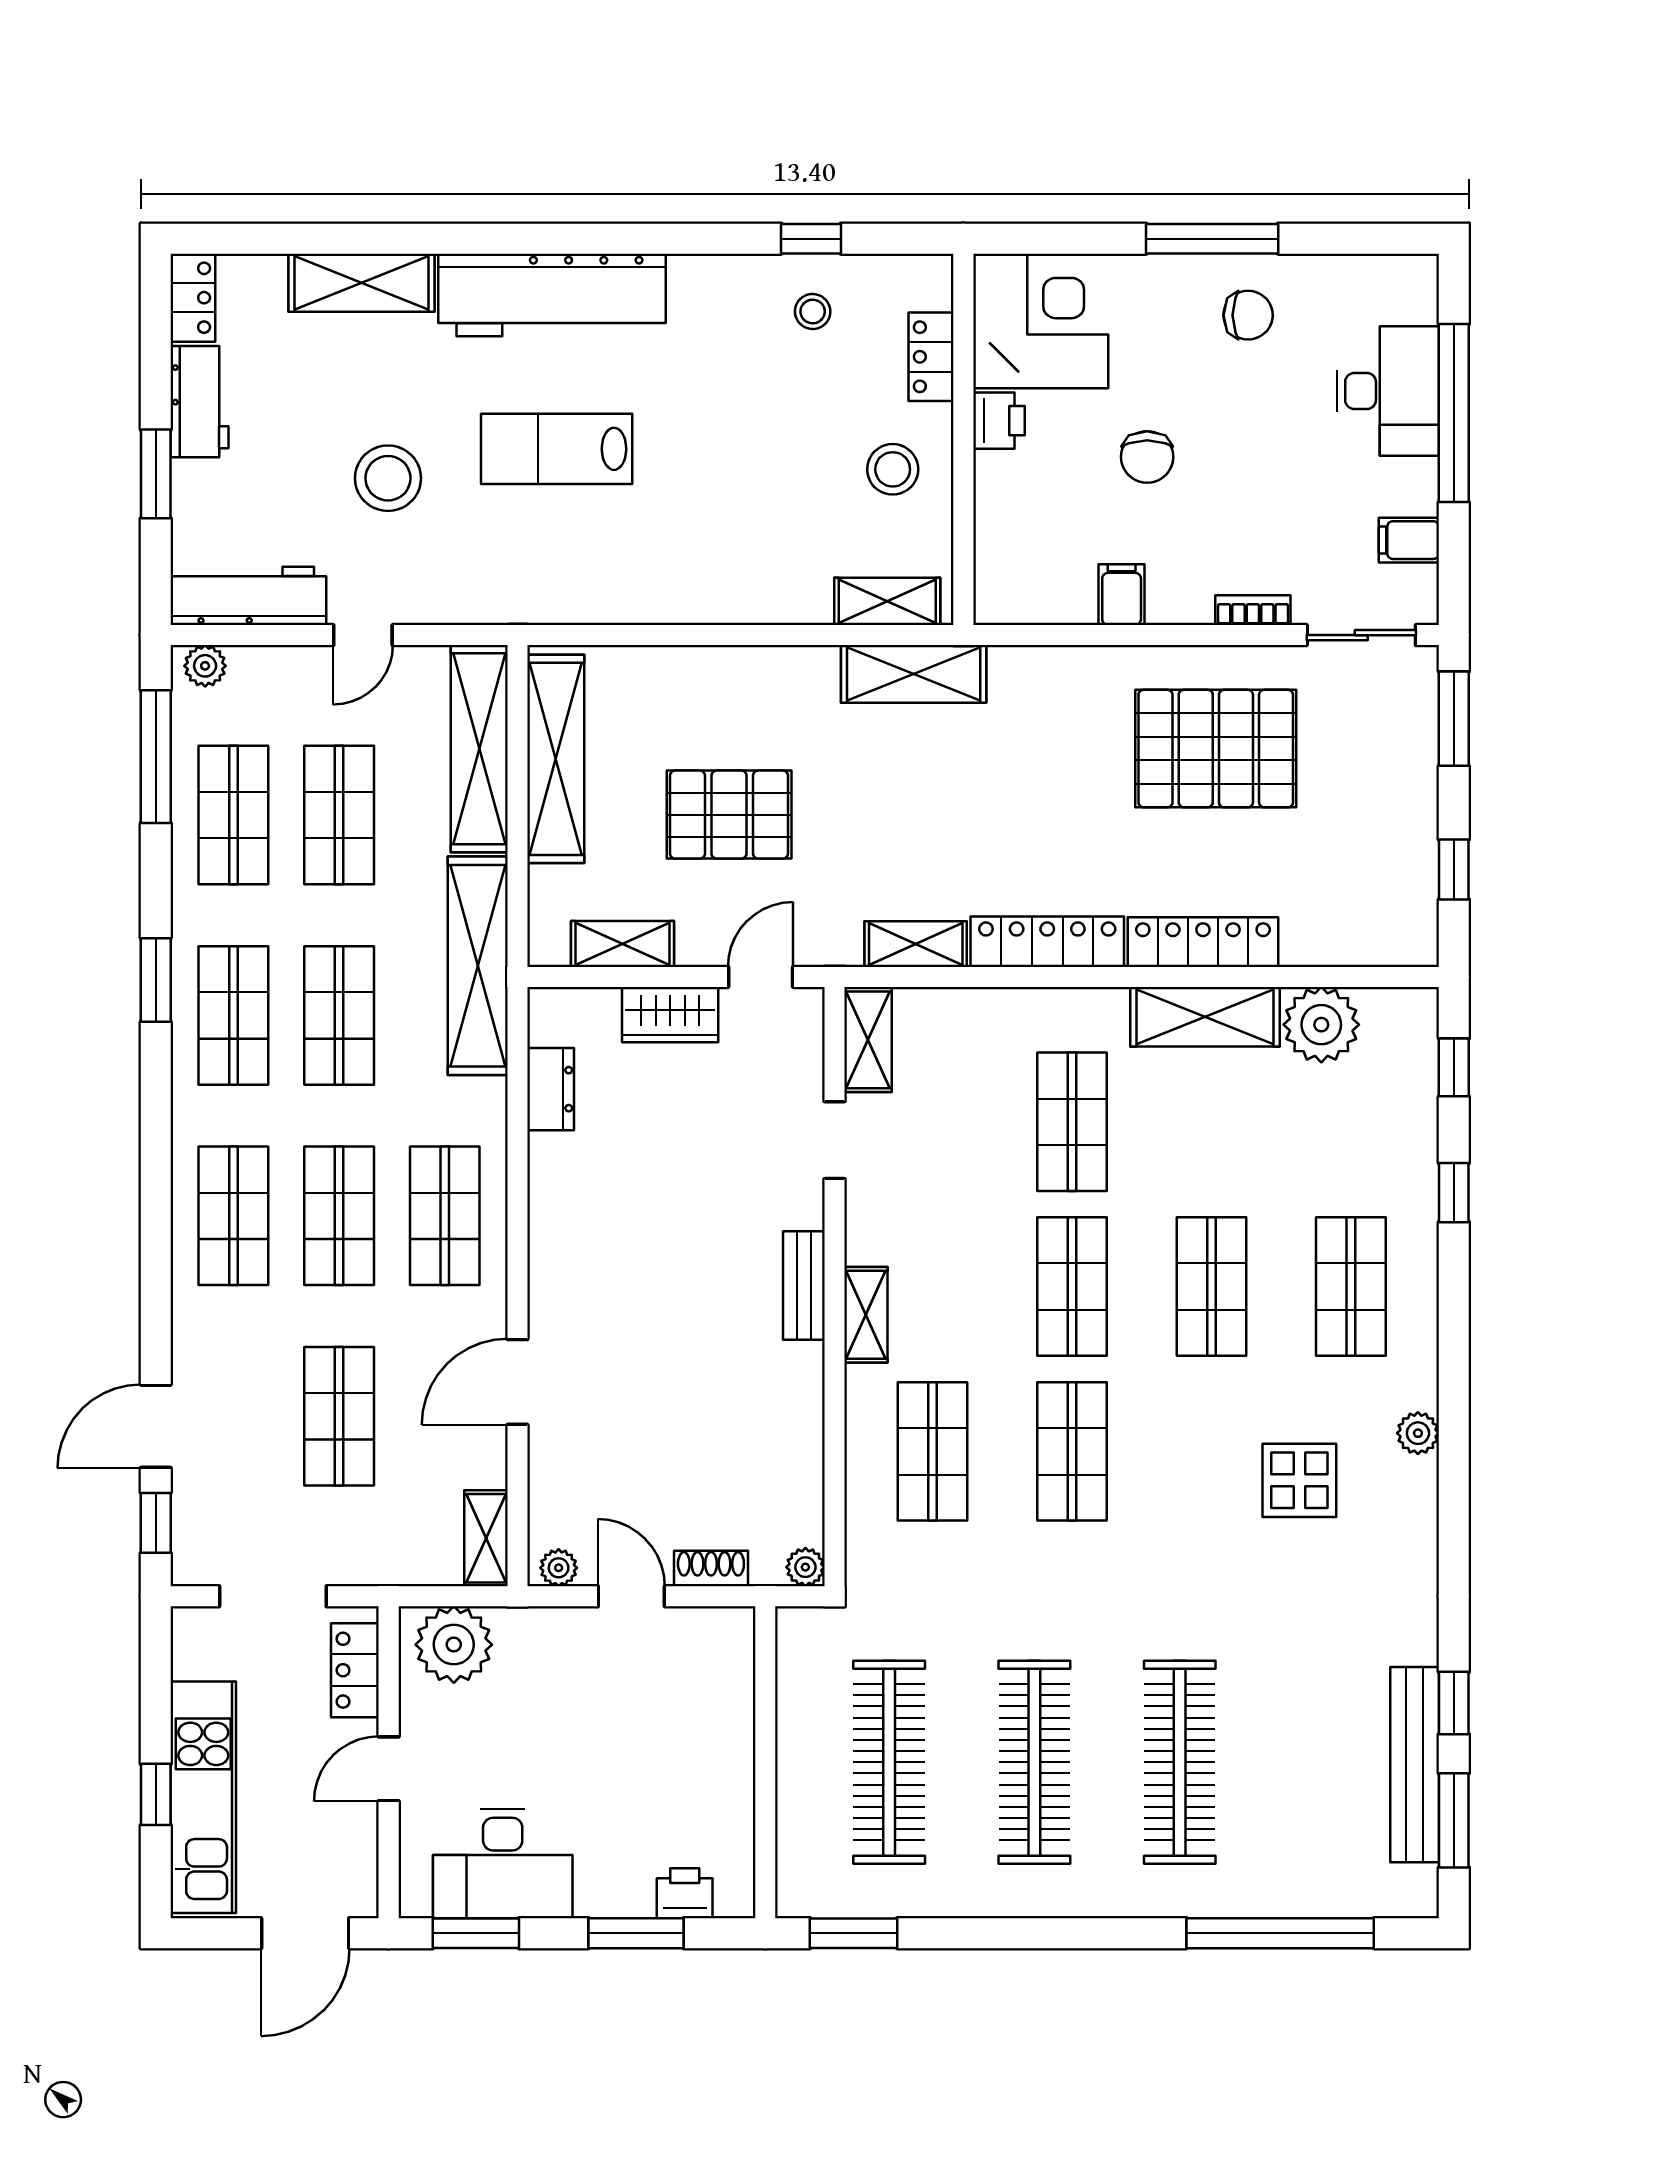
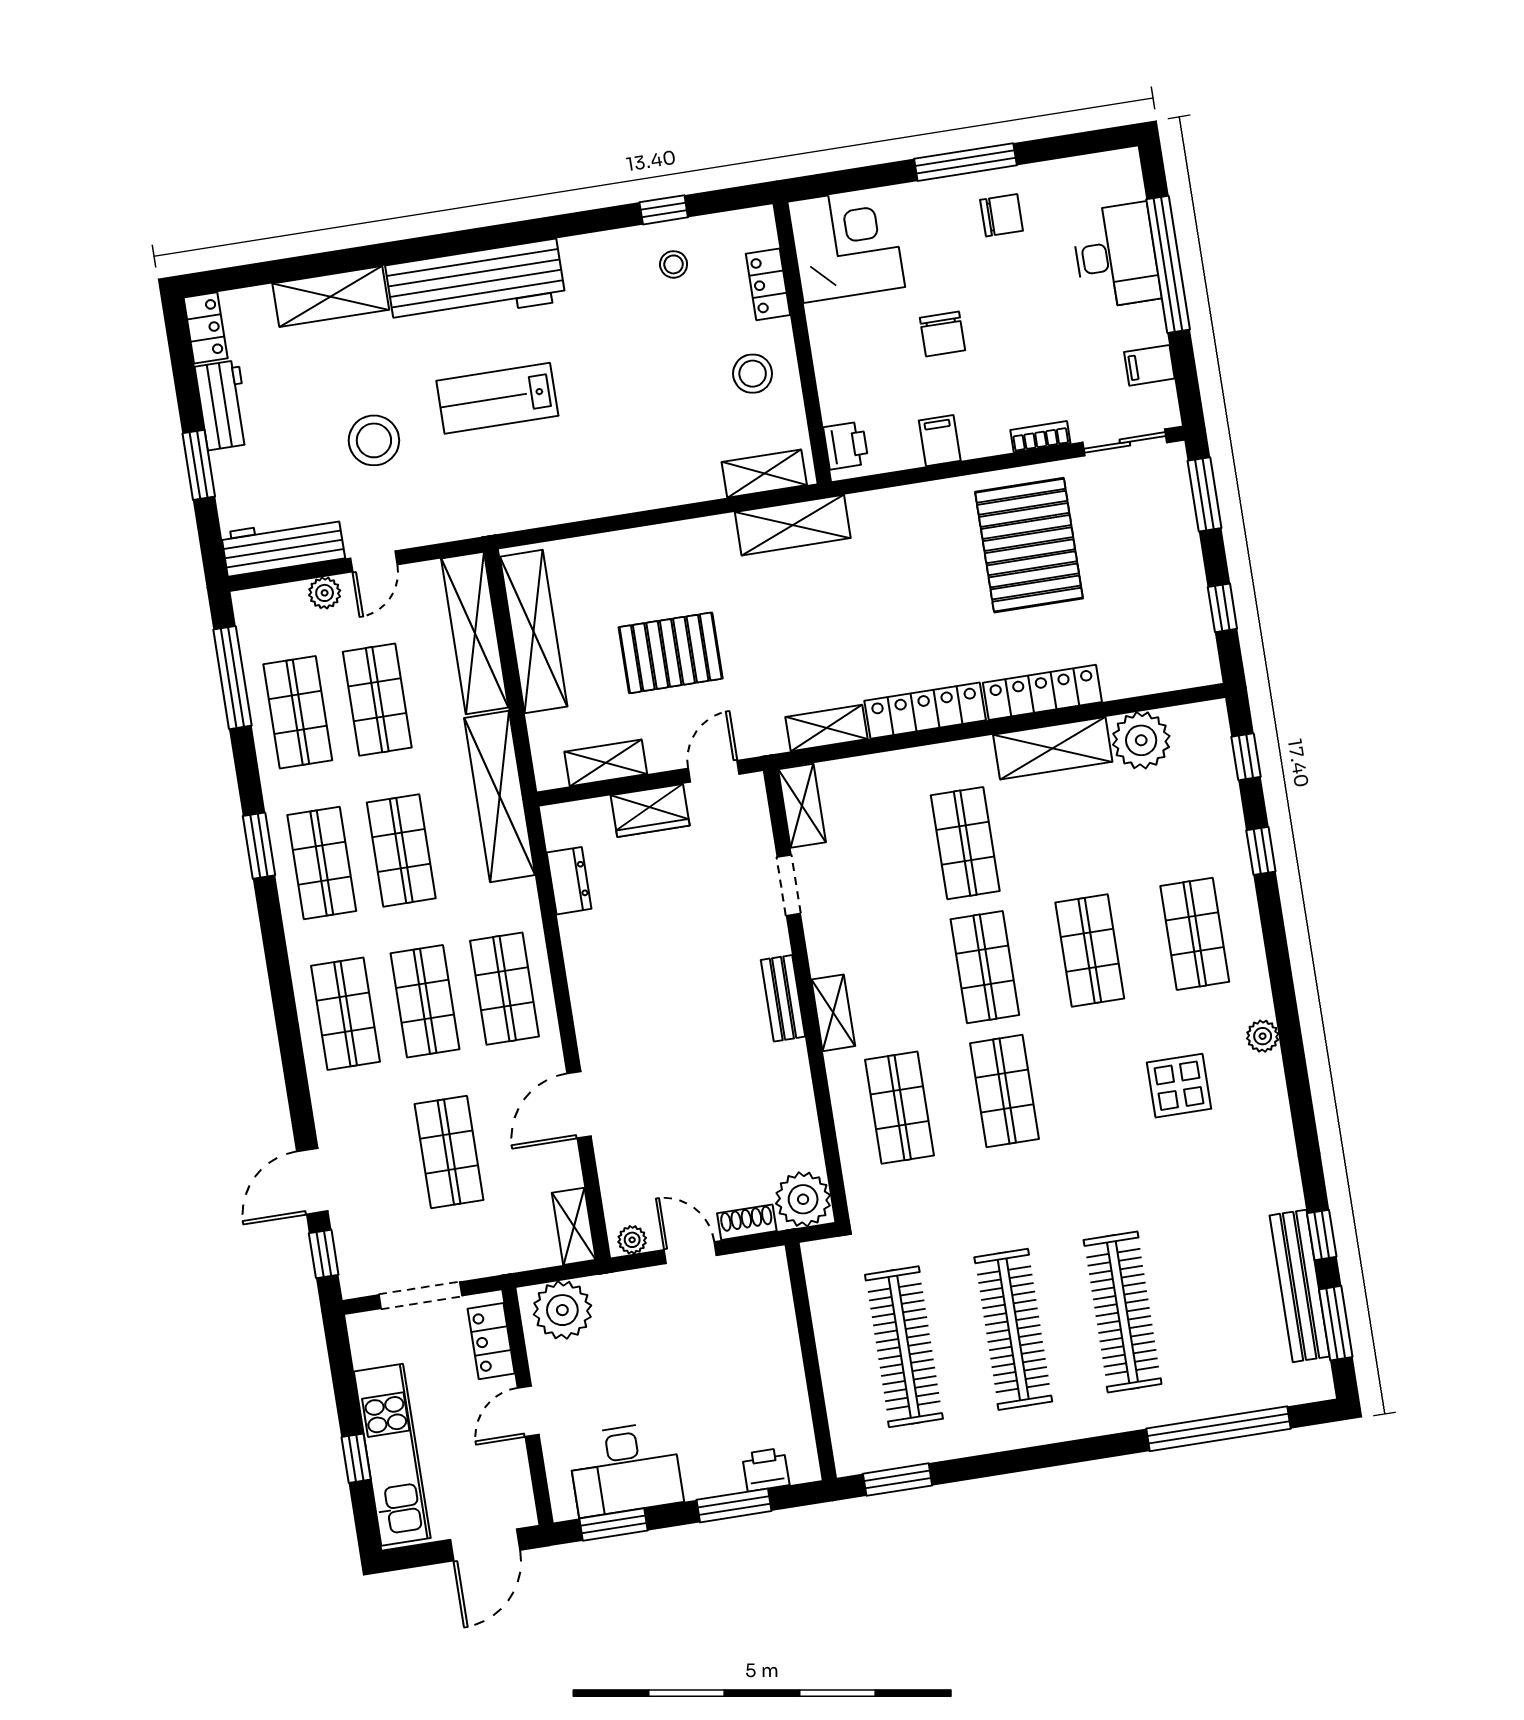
printer: (999, 421) -> (846, 445), moved
plant: (205, 666) -> (325, 593), moved
pallet: (1216, 749) -> (1029, 545), turned 90
plant: (805, 1567) -> (803, 1199), width x1.88, depth x1.88

